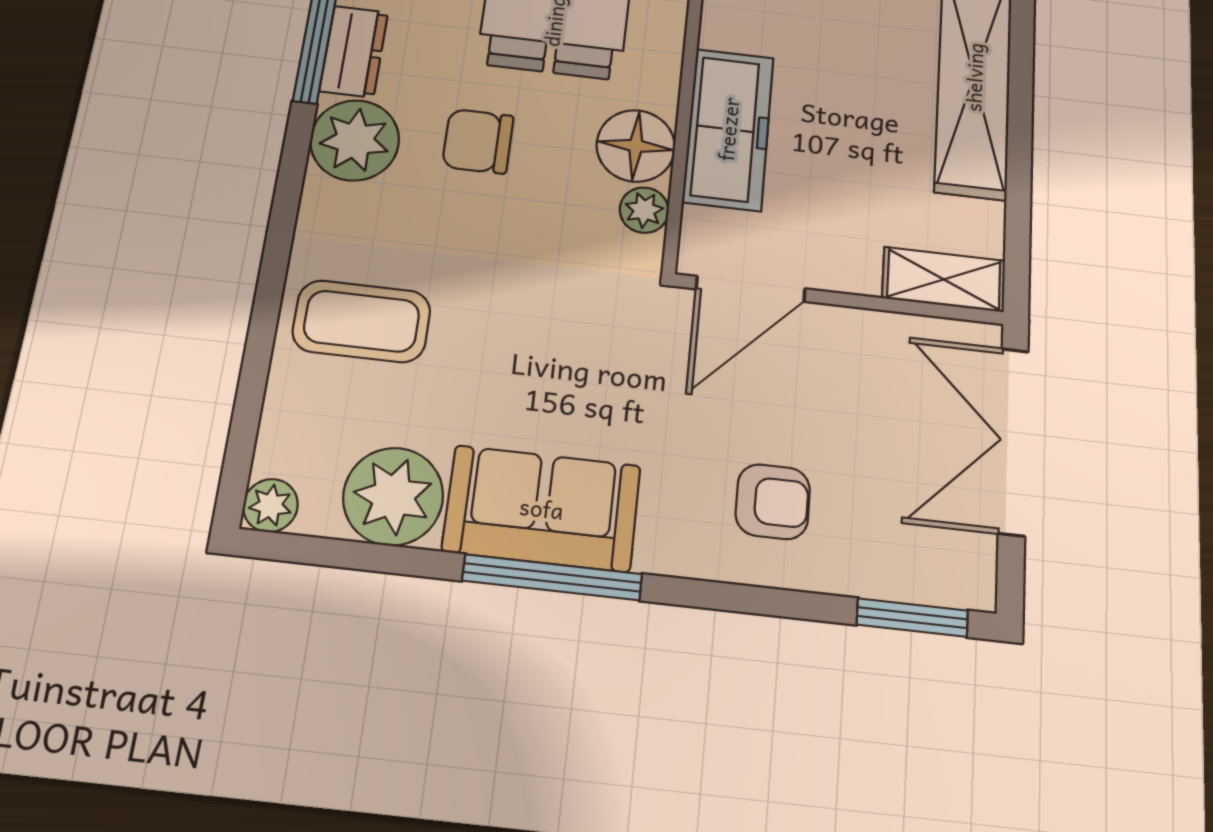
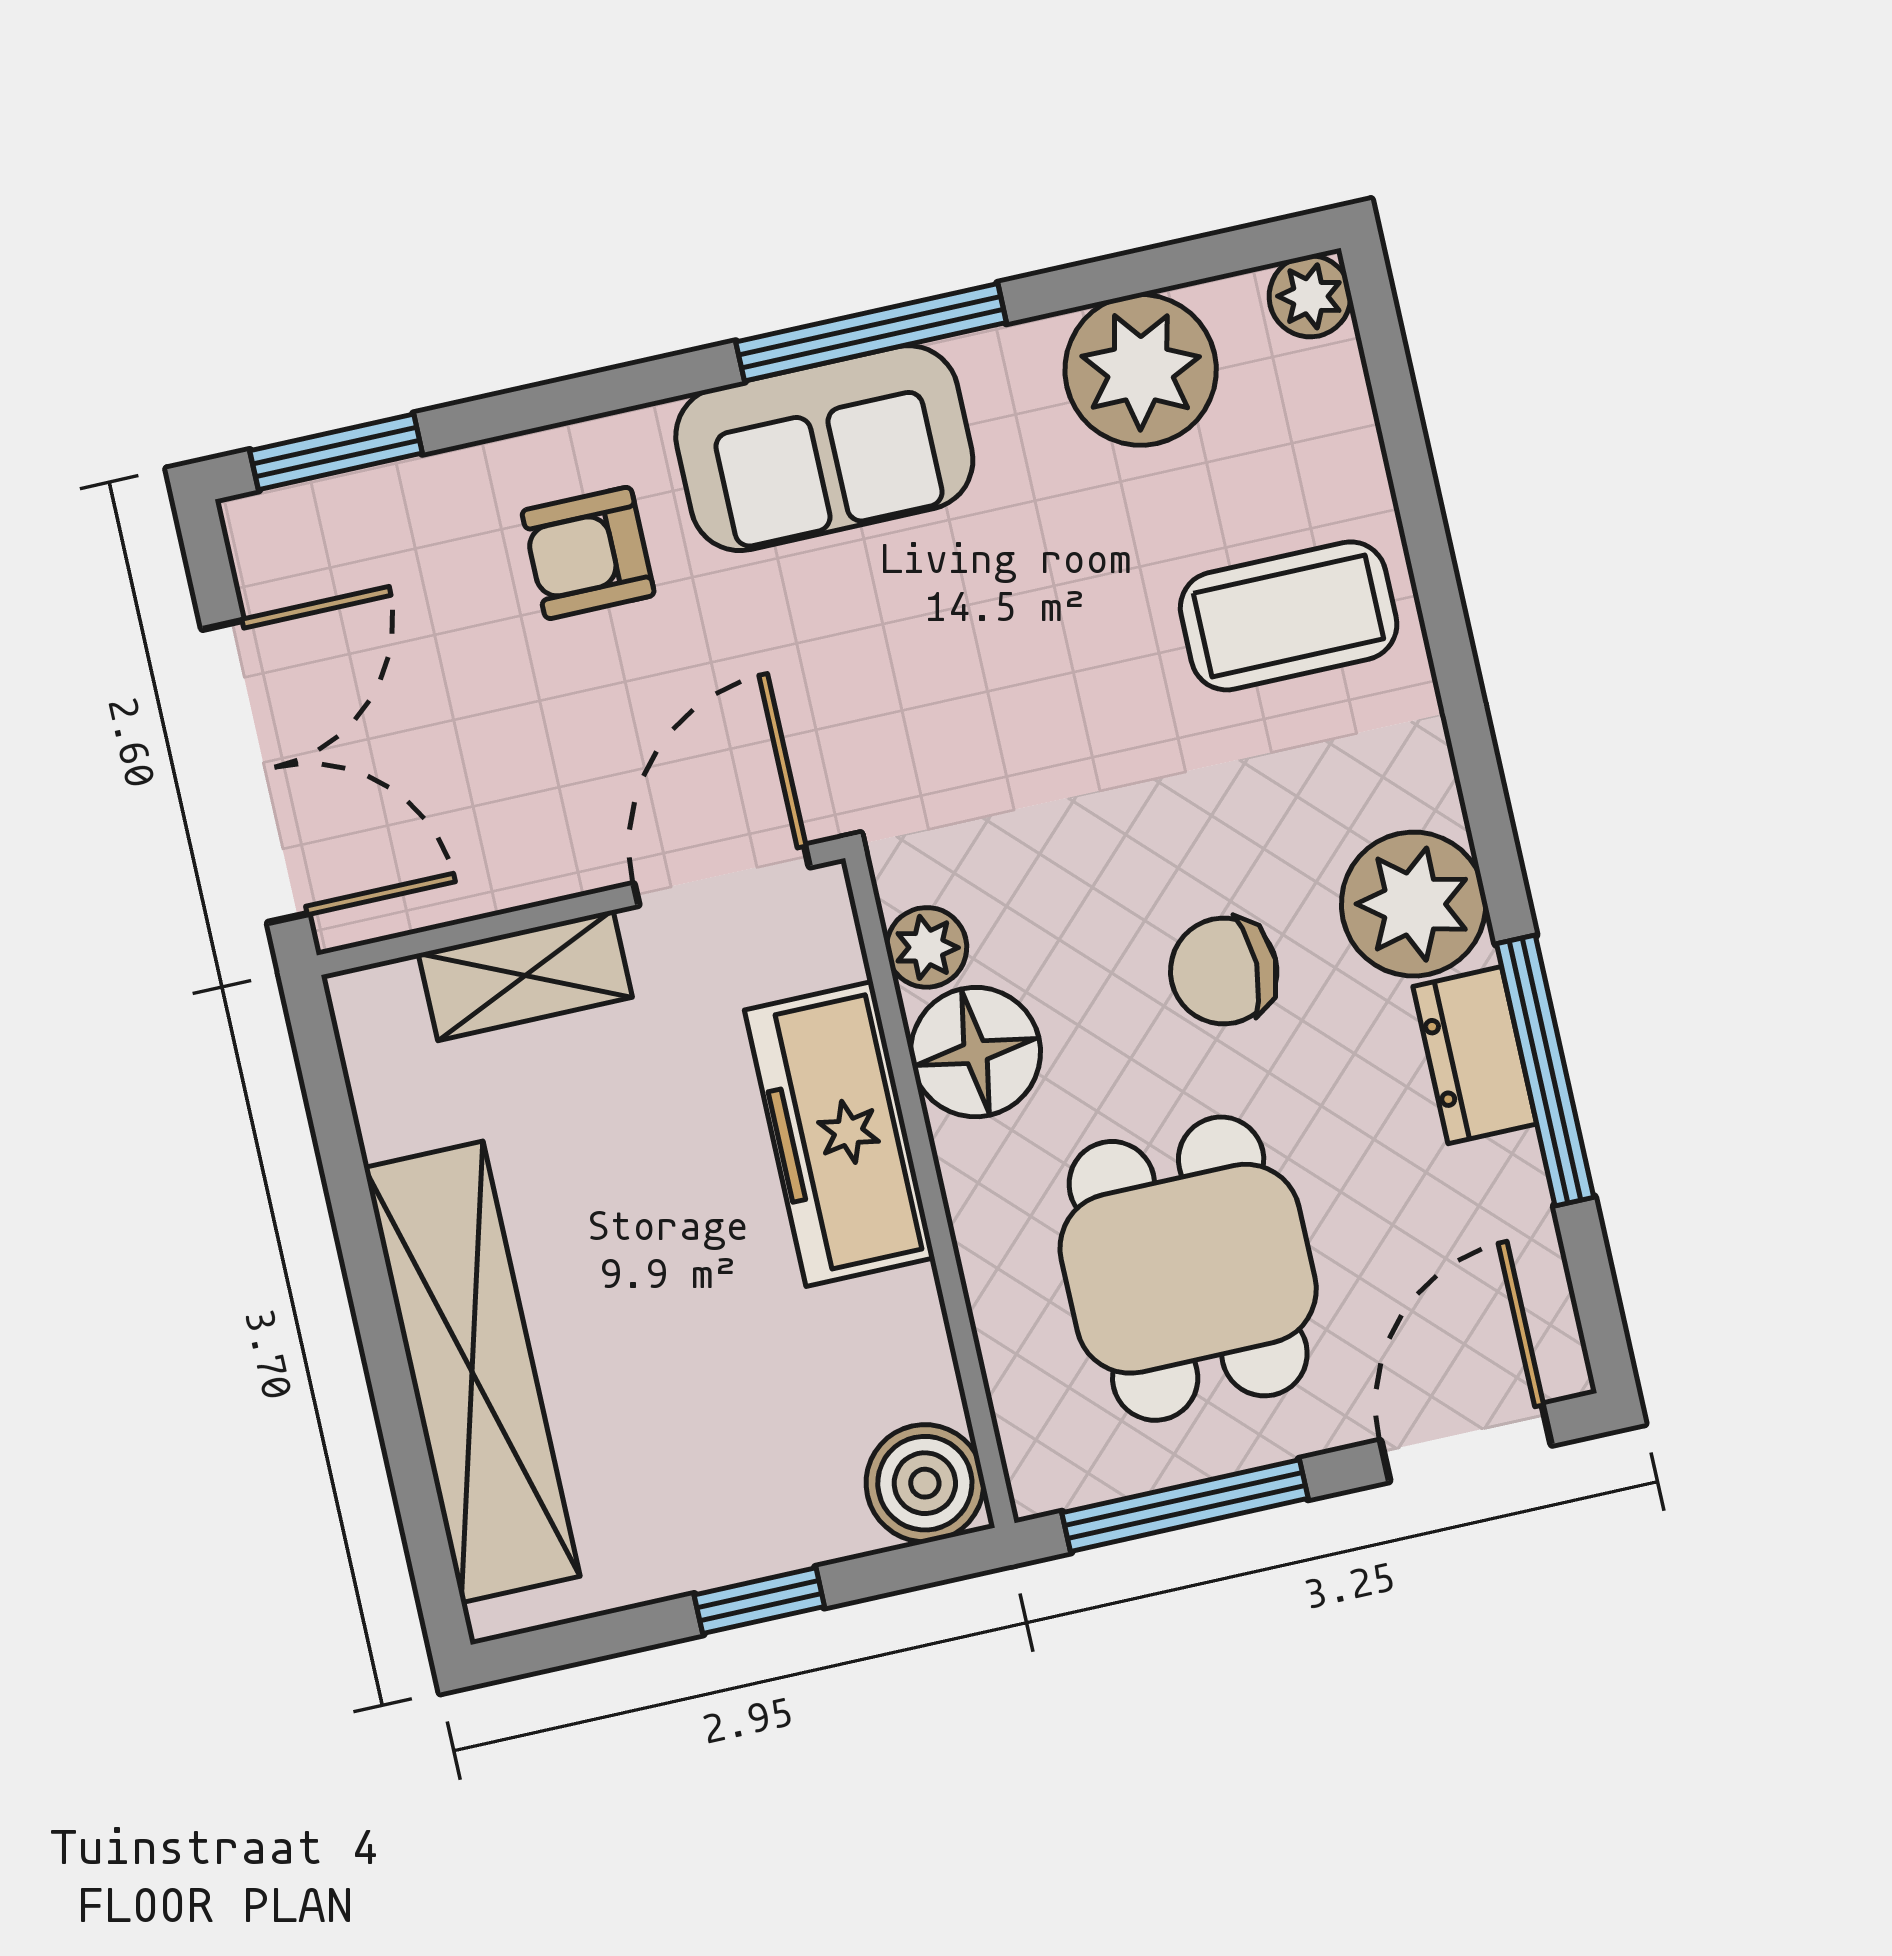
chair: (478, 141) -> (1224, 971), turned 180
shelving: (944, 279) -> (525, 975), moved
sofa: (542, 508) -> (824, 448), moved

